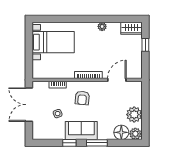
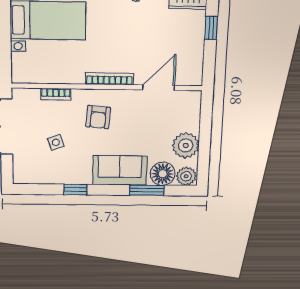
sofa: (81, 131) -> (120, 170), moved
window: (97, 143) -> (147, 190), moved

